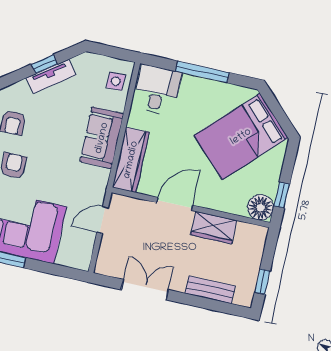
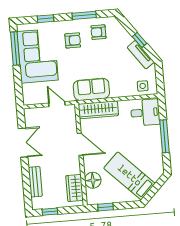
tv unit: (51, 76) -> (141, 55), moved
bed: (241, 137) -> (129, 176), width x0.67
sofa: (102, 138) -> (91, 89), moved
floor lamp: (261, 207) -> (93, 180), moved
wardrobe: (214, 228) -> (75, 188), moved

